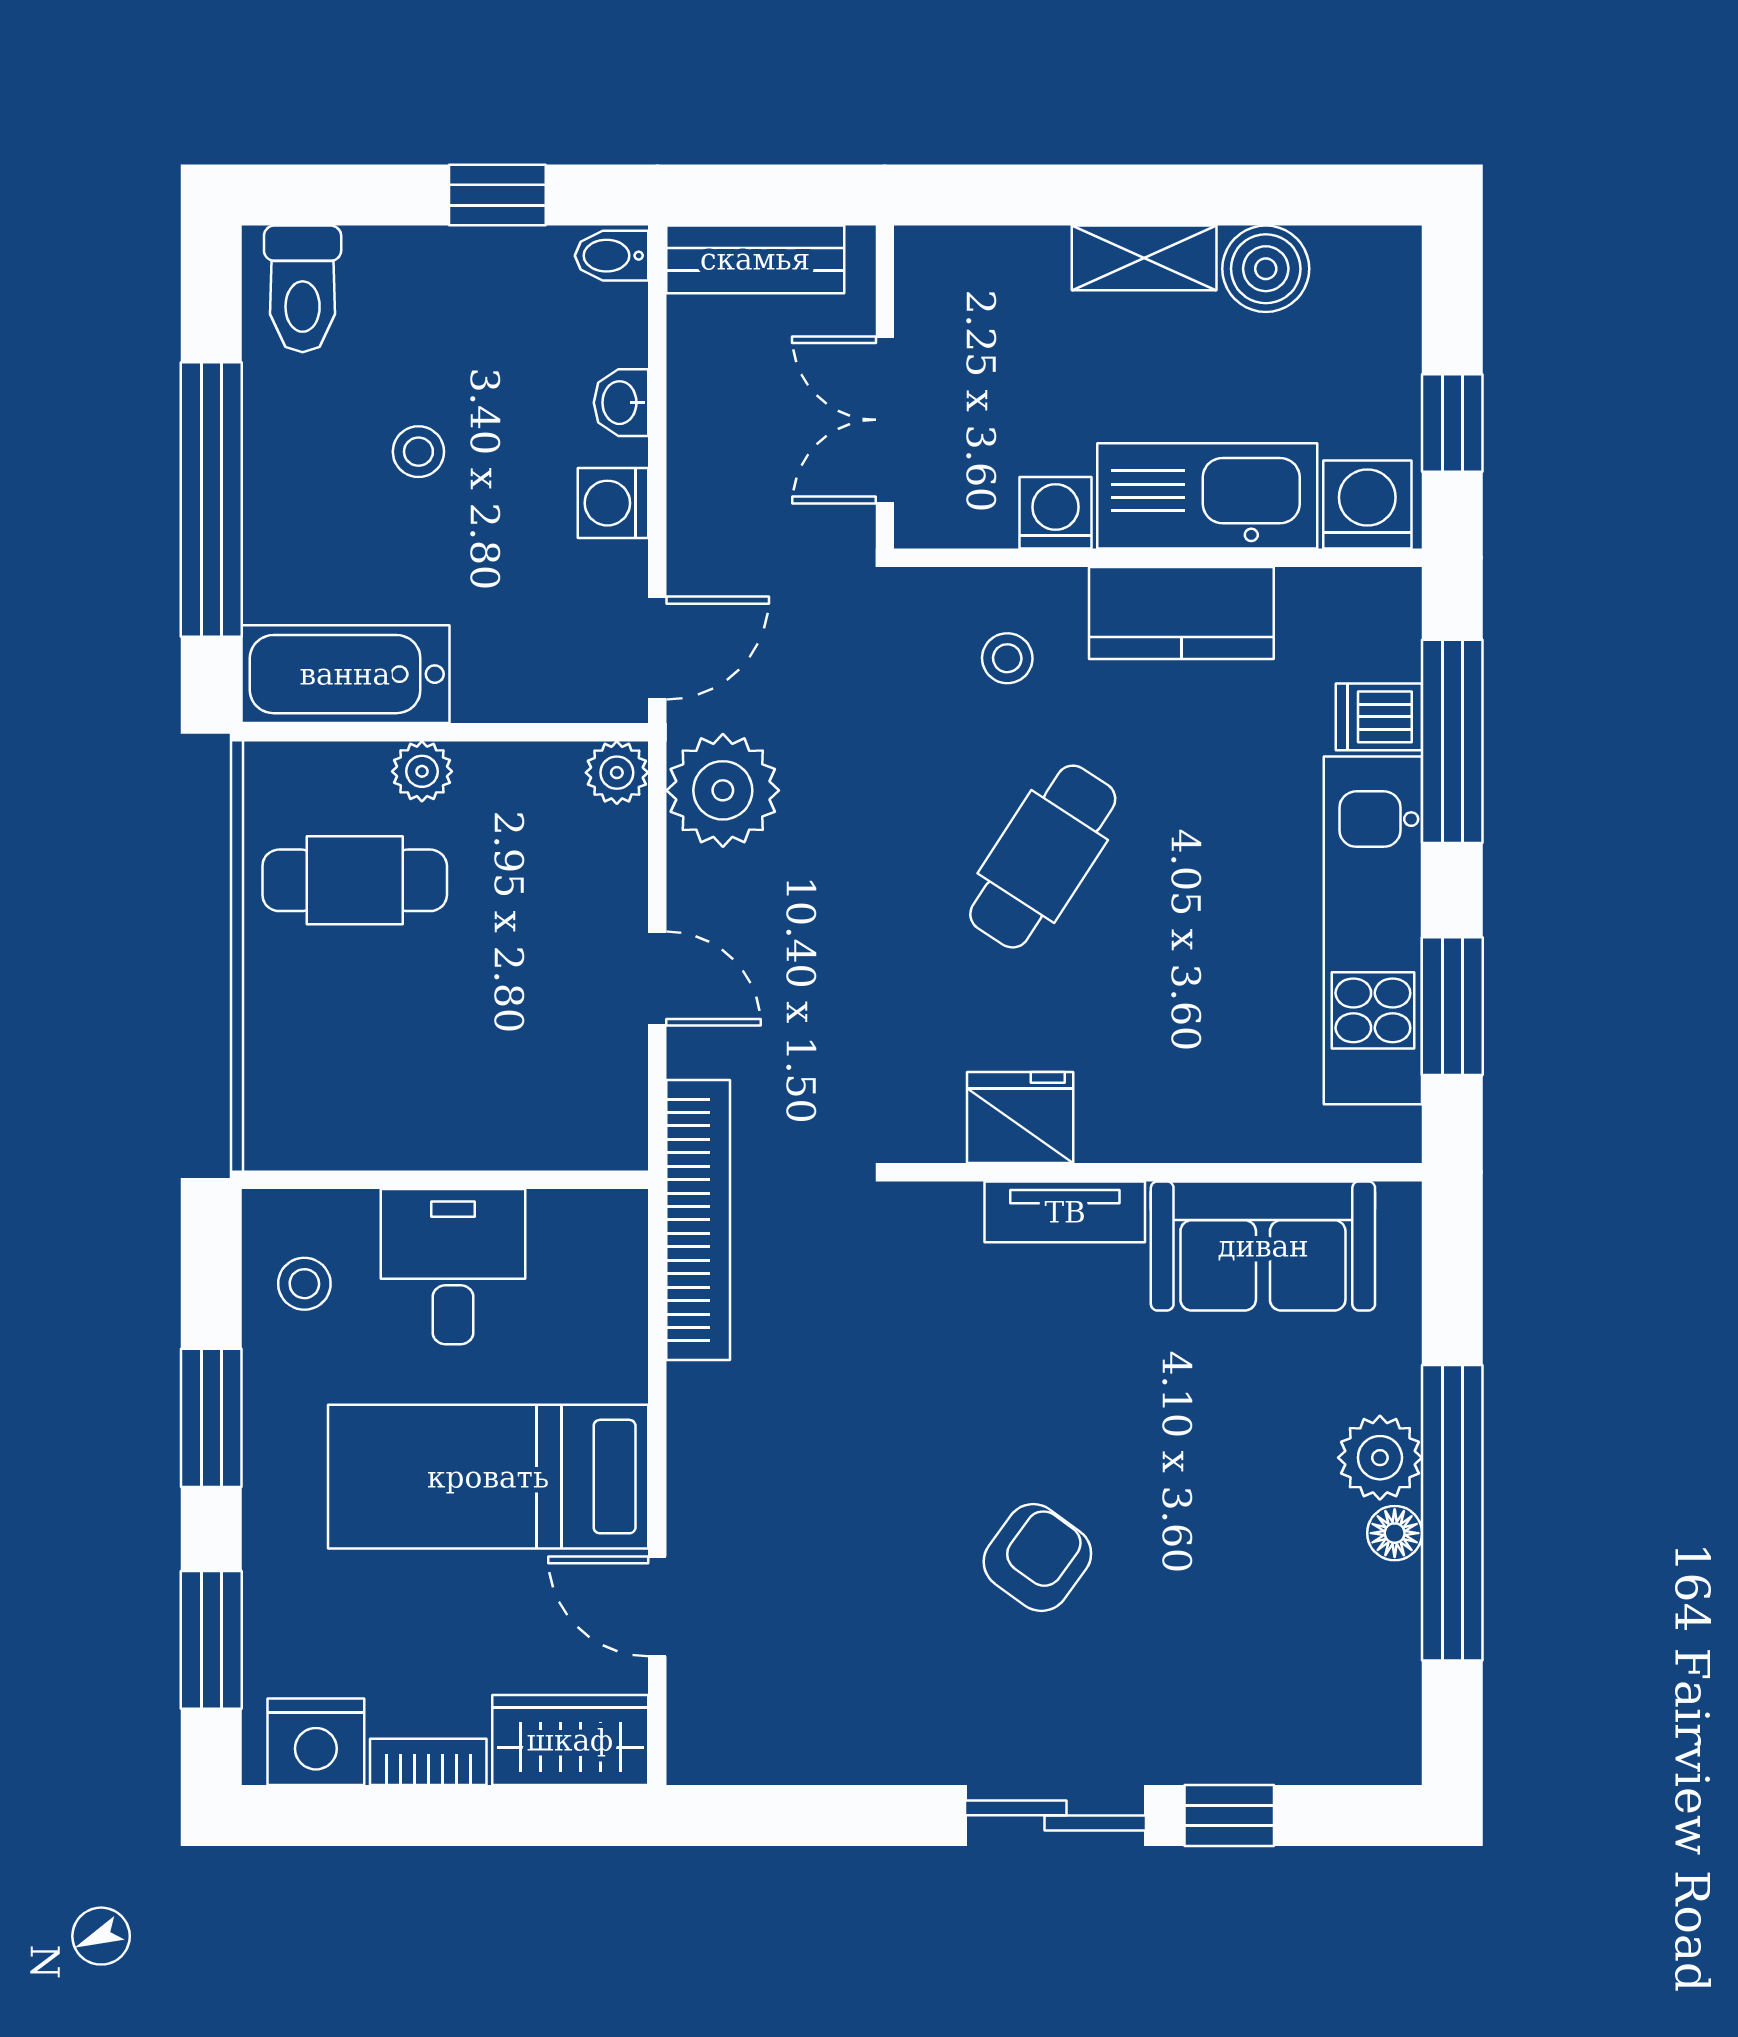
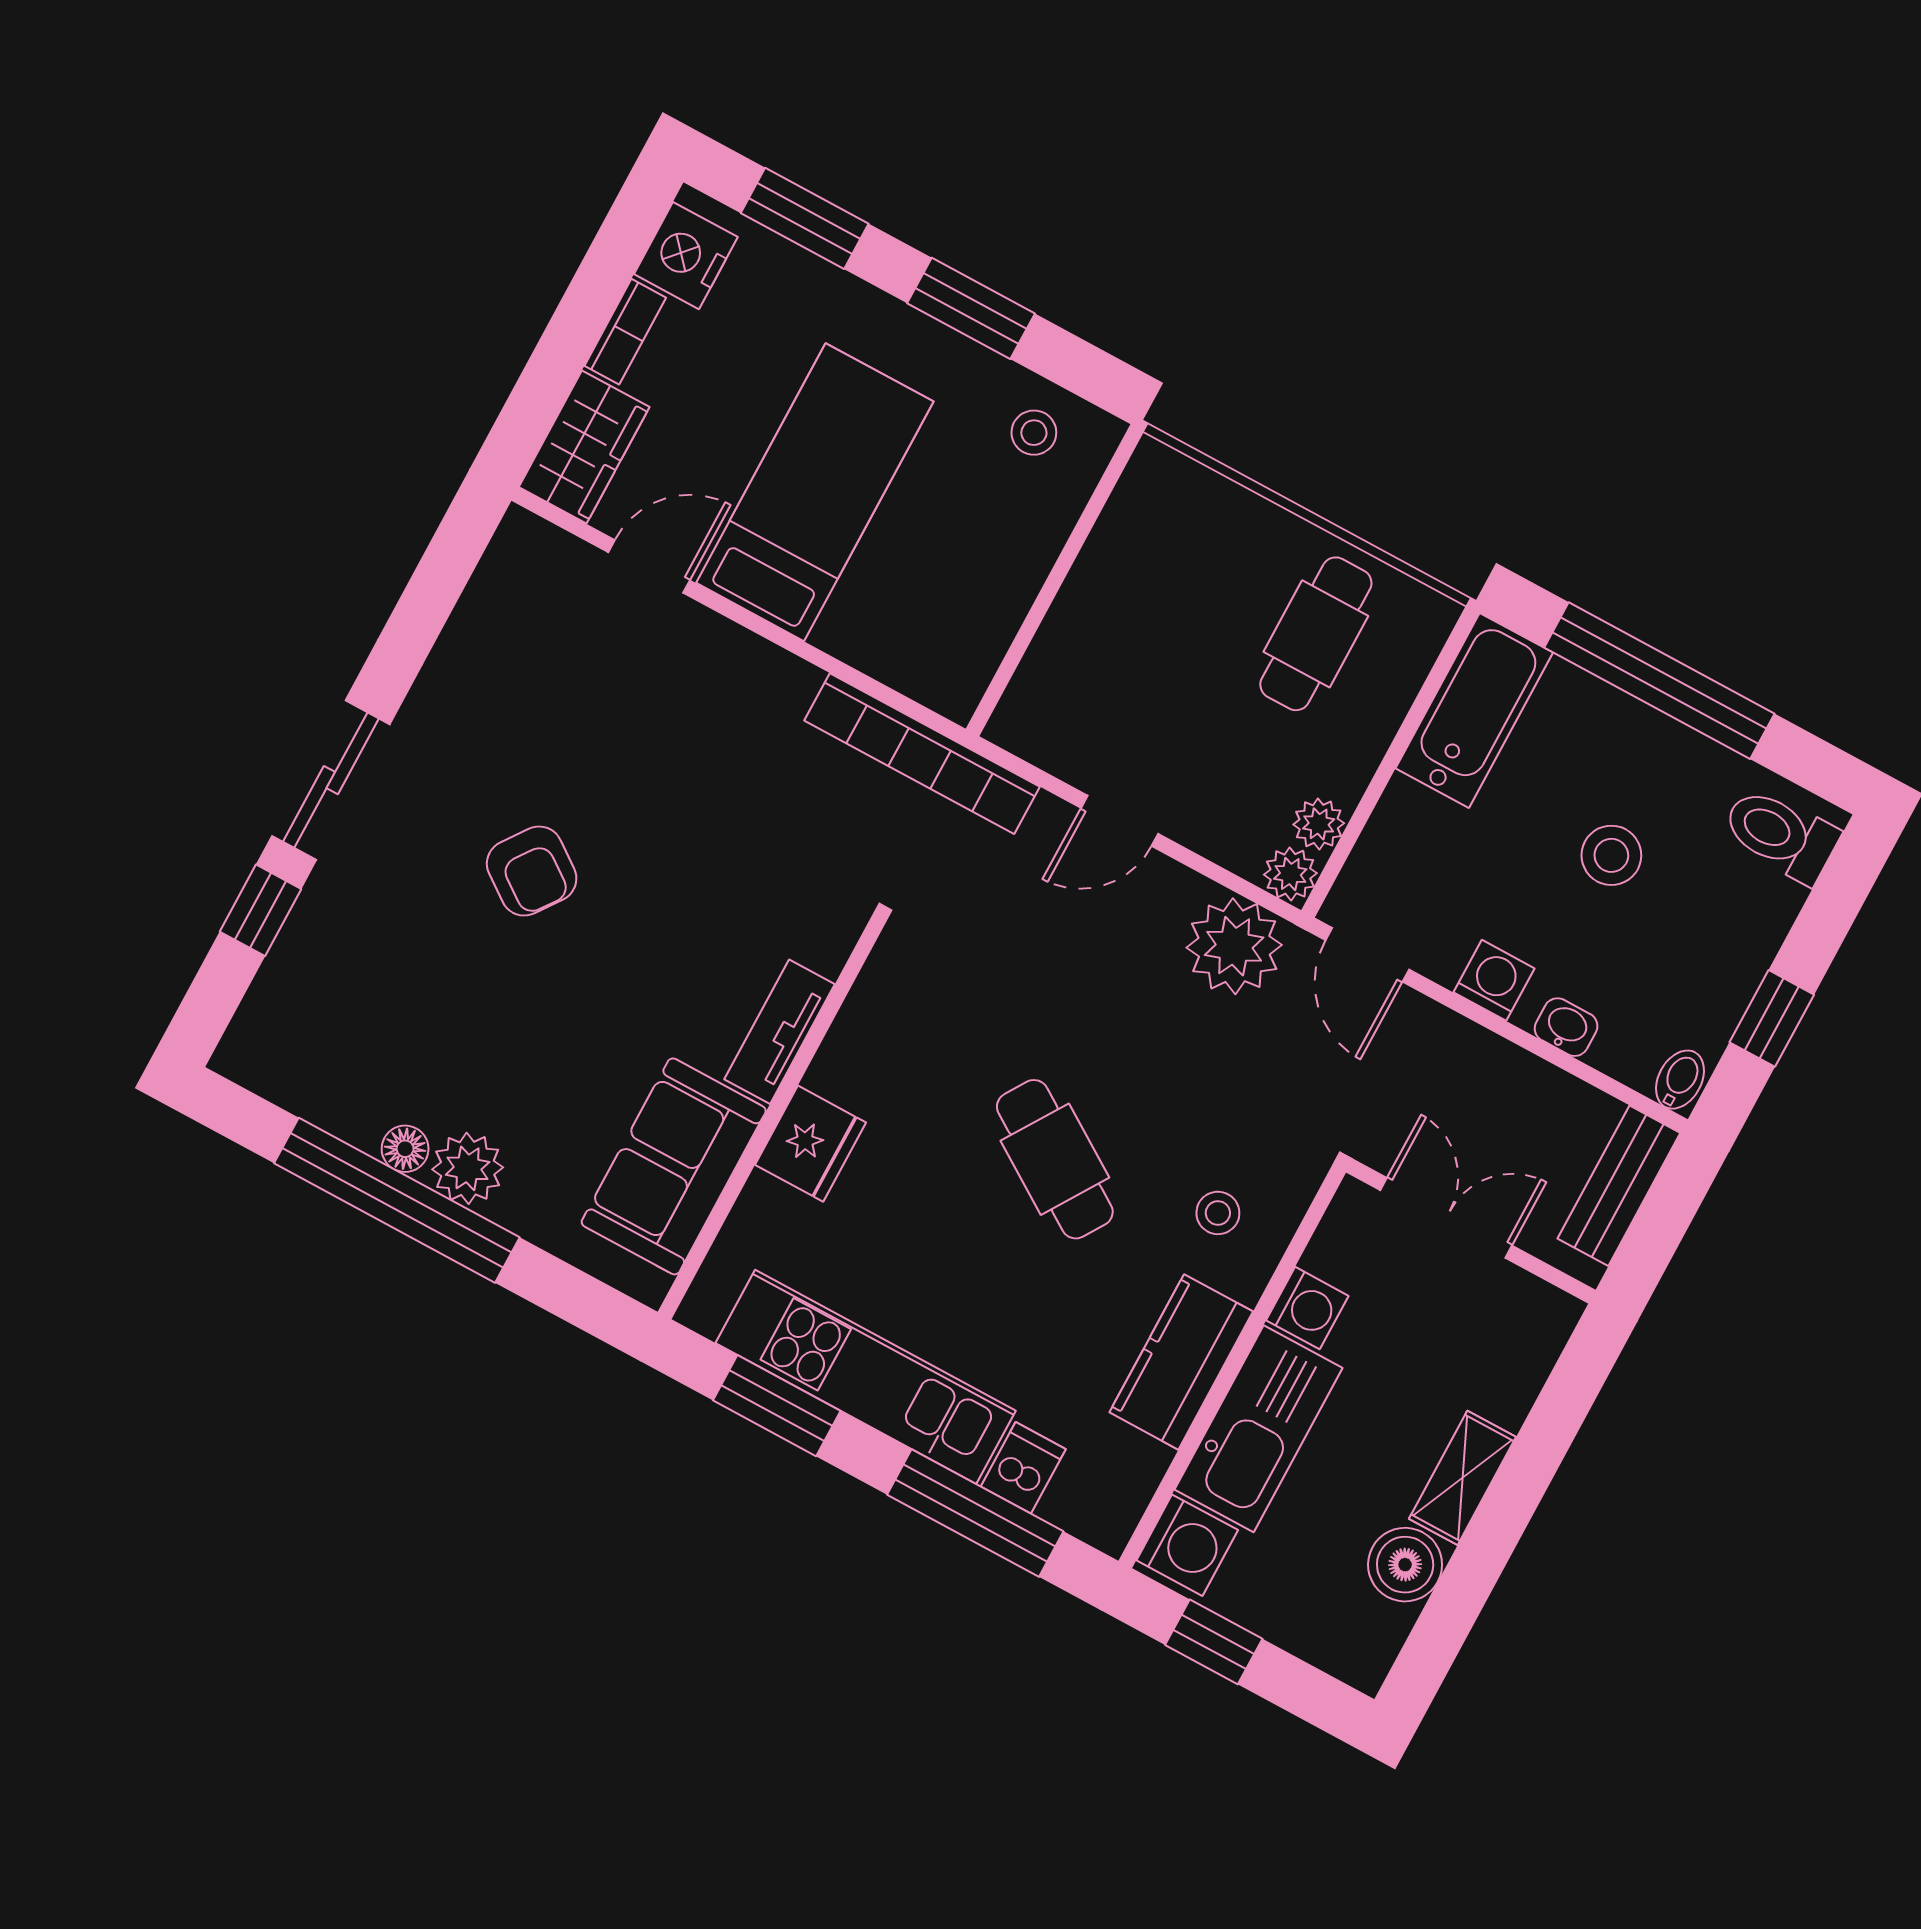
stool: (418, 452) -> (1611, 855), width x1.37, depth x1.37
plant: (422, 771) -> (1319, 824), moved
fridge: (1020, 1117) -> (810, 1144), moved
desk: (453, 1267) -> (987, 551), removed

